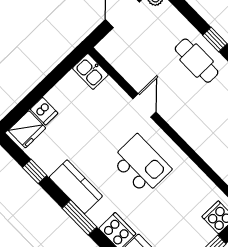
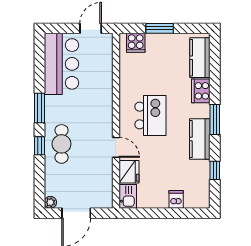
door: (144, 105) -> (116, 147), swing flipped
fridge: (27, 129) -> (129, 172), moved, turned 90
kitchen island: (141, 165) -> (150, 116), turned 180

